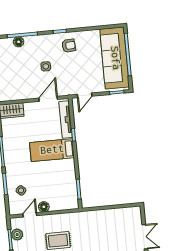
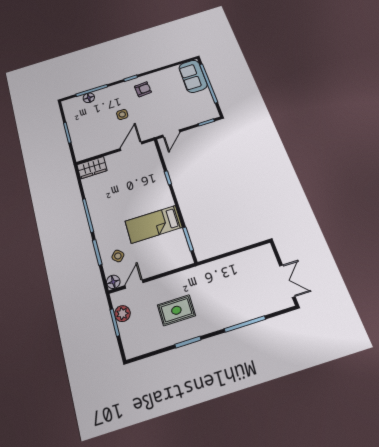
sofa: (115, 58) -> (193, 76), width x0.54, depth x0.79
tv unit: (66, 120) -> (155, 163), removed
bed: (52, 150) -> (154, 224), moved
floor lamp: (44, 207) -> (113, 282), moved

